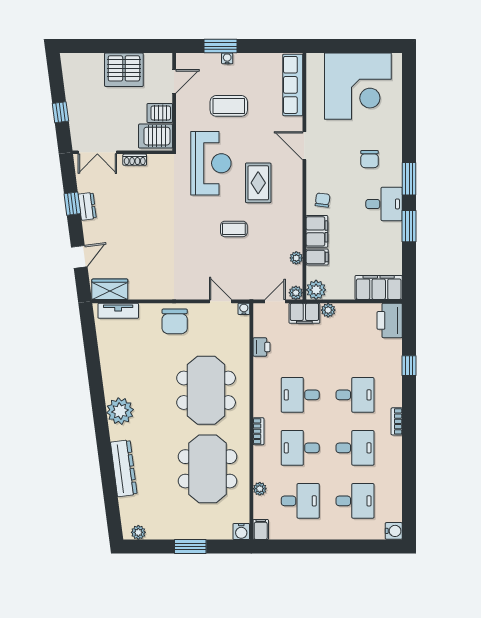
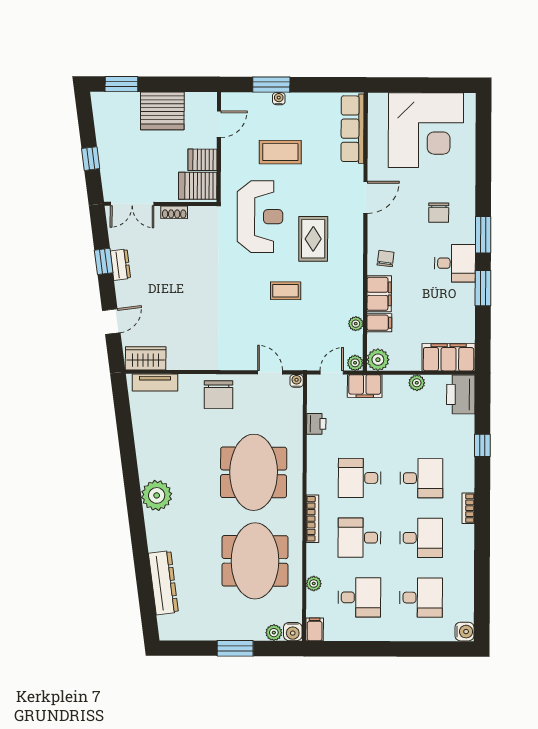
window: (87, 46) -> (121, 84), added
door: (304, 146) -> (365, 197), swing flipped
plant: (328, 310) -> (417, 383), moved
bookcase: (258, 431) -> (312, 519), width x1.56
dresser: (124, 468) -> (163, 583), moved
plant: (138, 532) -> (274, 633), moved

